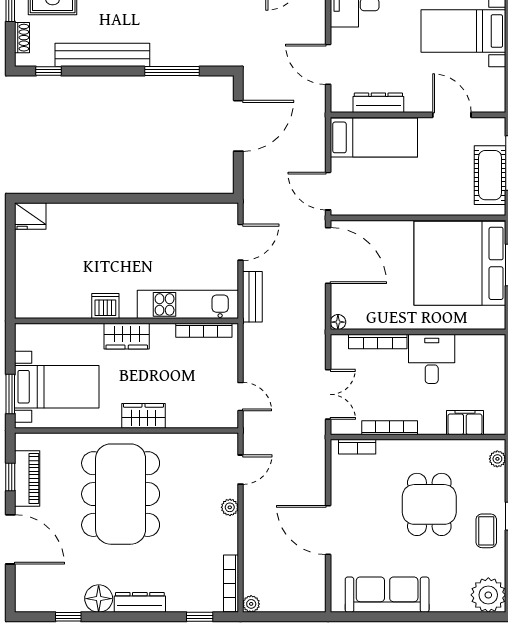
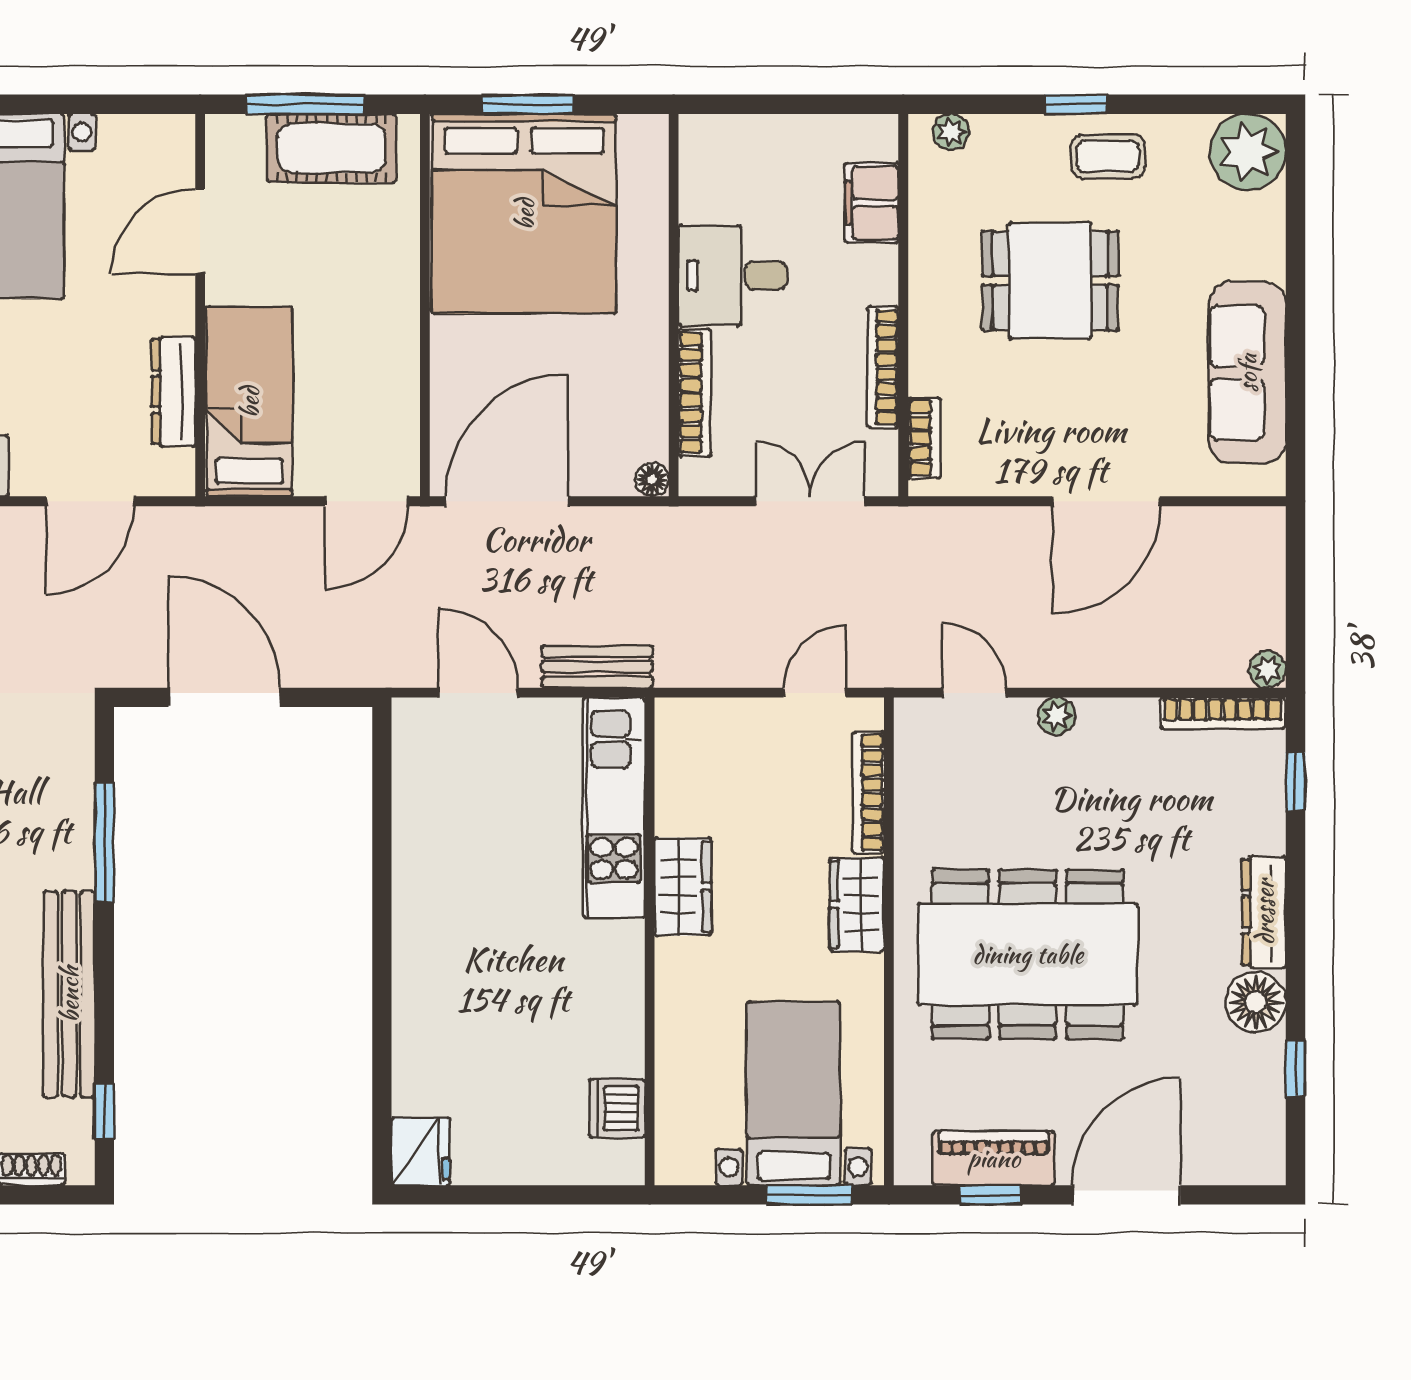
dishwasher: (105, 306) -> (617, 1108), moved
bookcase: (204, 330) -> (868, 792), moved, turned 180
wardrobe: (127, 336) -> (683, 887), moved

